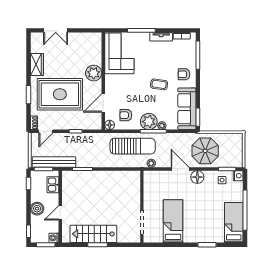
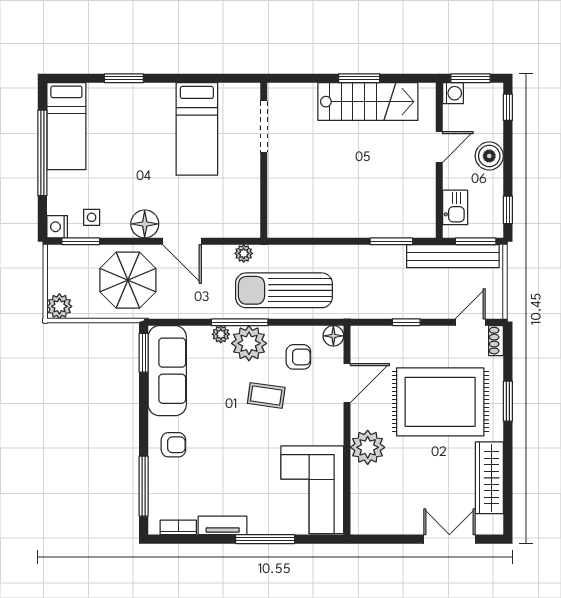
wardrobe: (37, 64) -> (489, 478), width x1.50
coffee table: (159, 84) -> (266, 395), moved
plant: (237, 139) -> (59, 306), added

